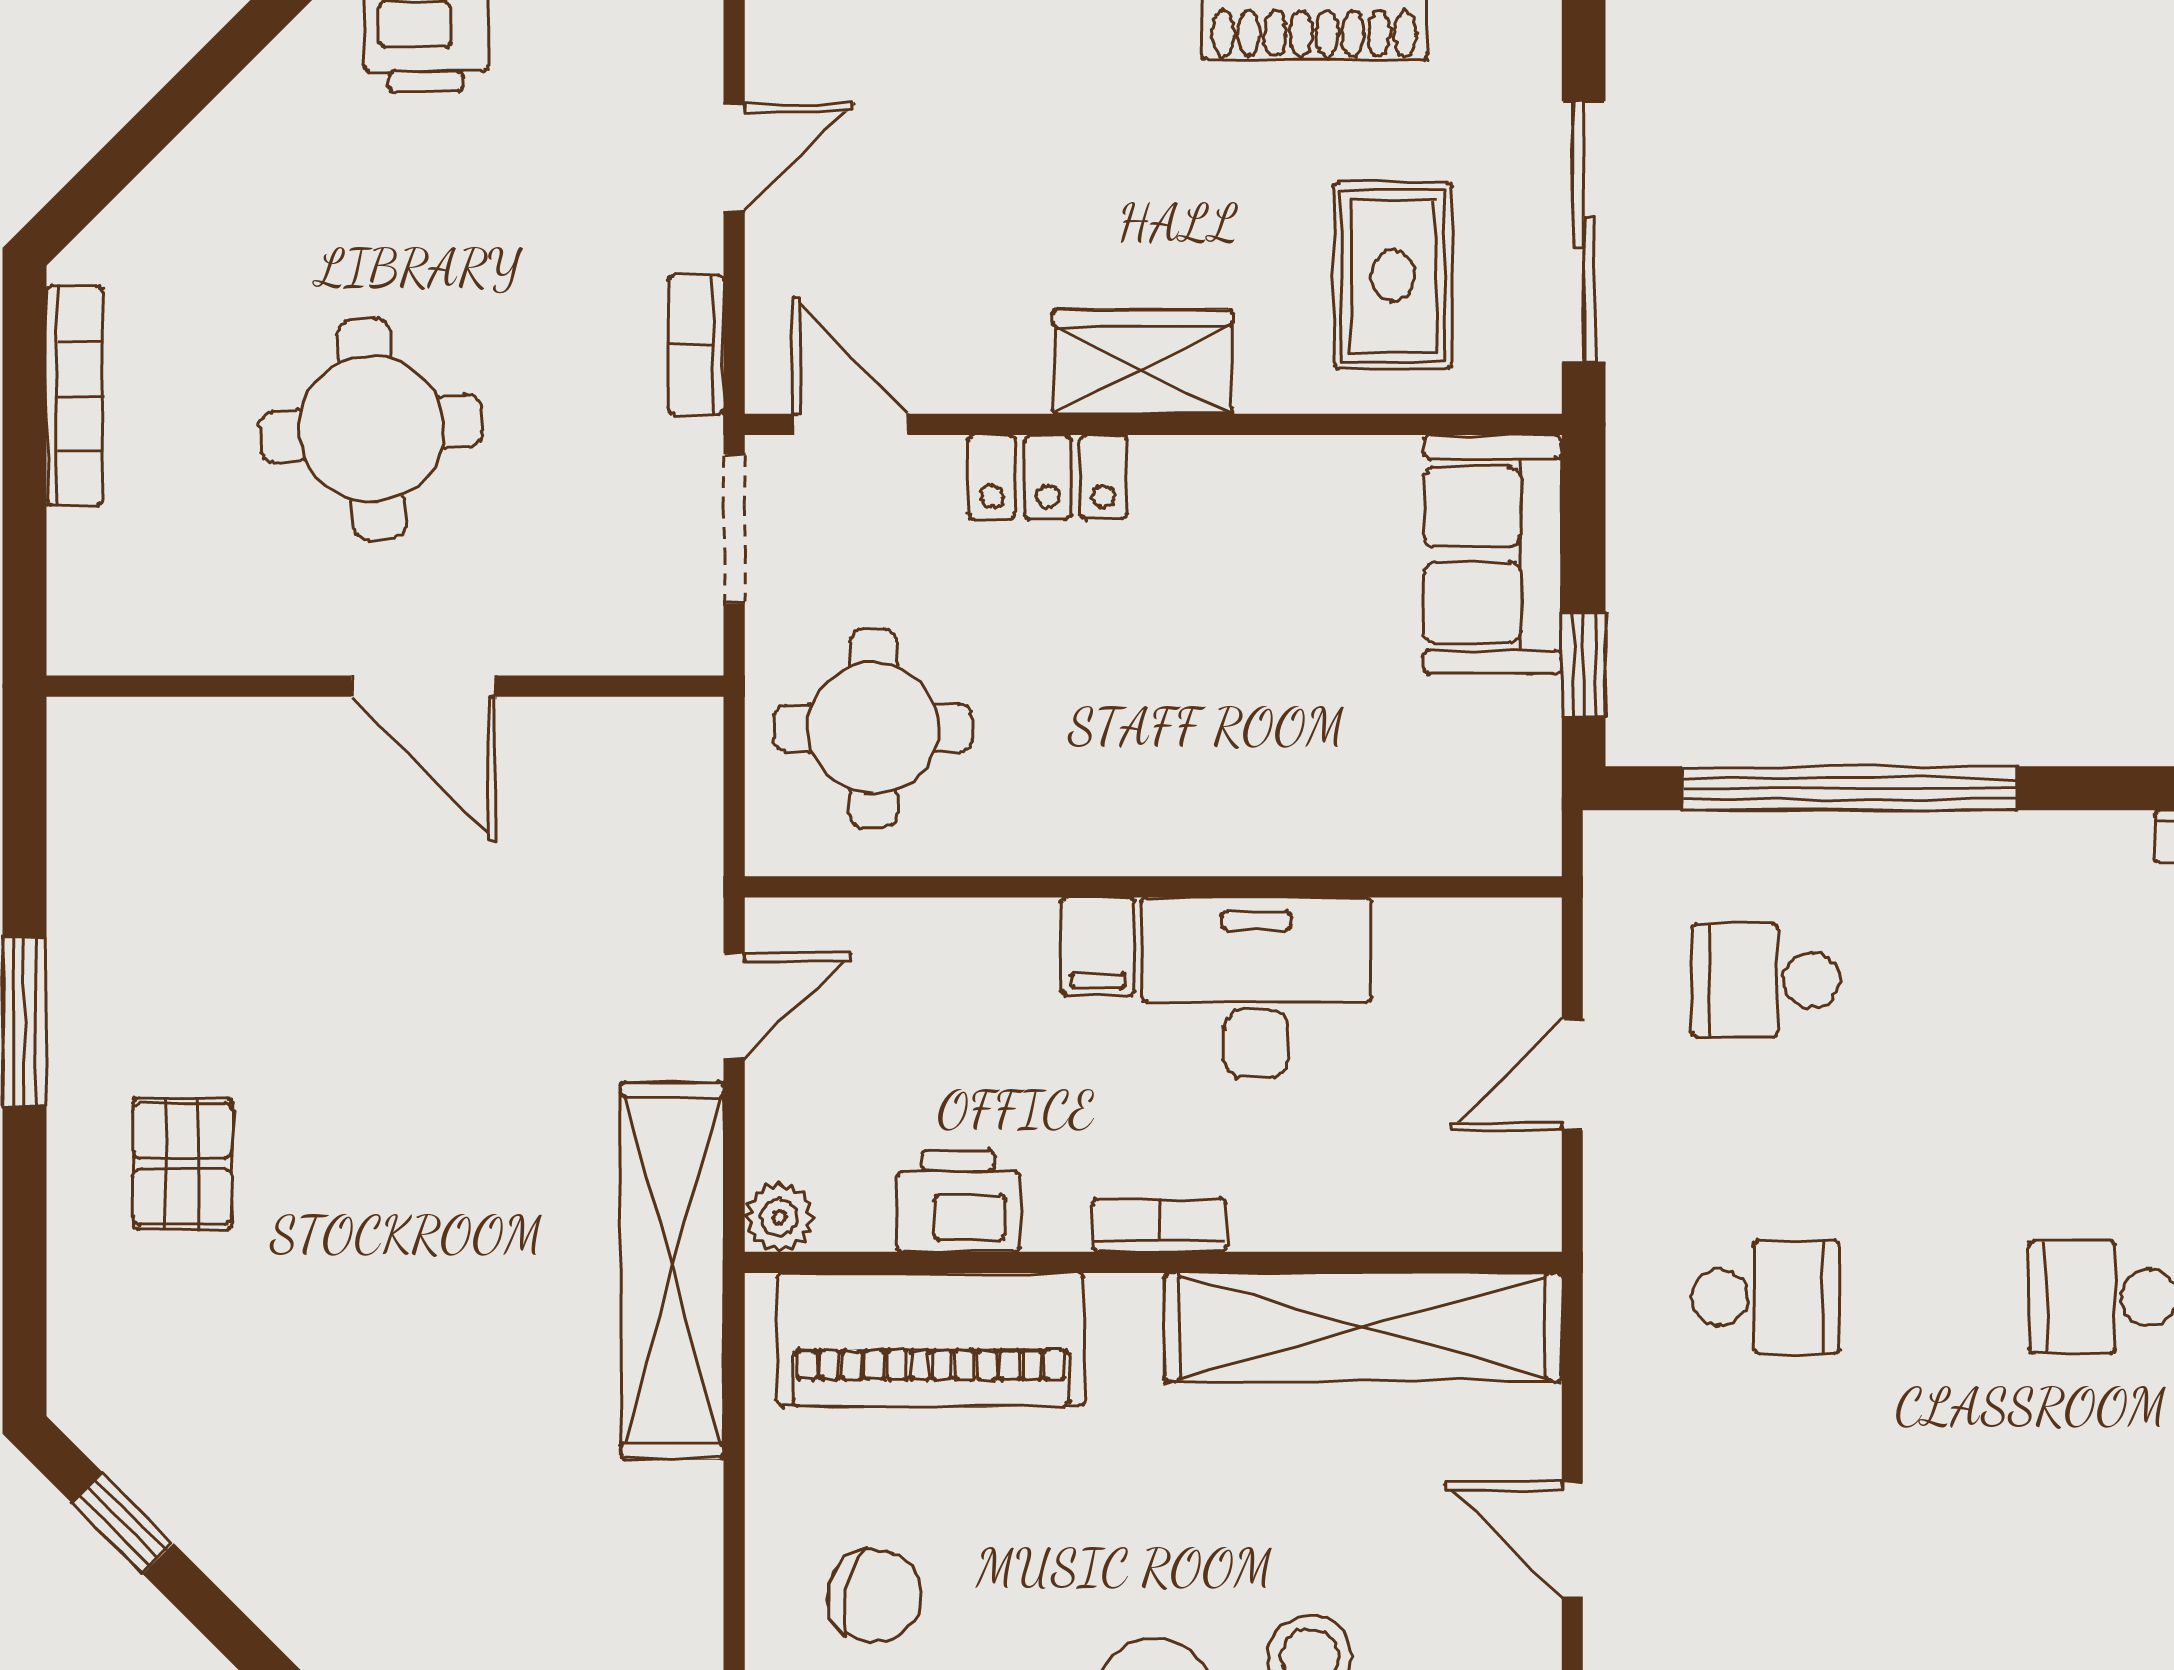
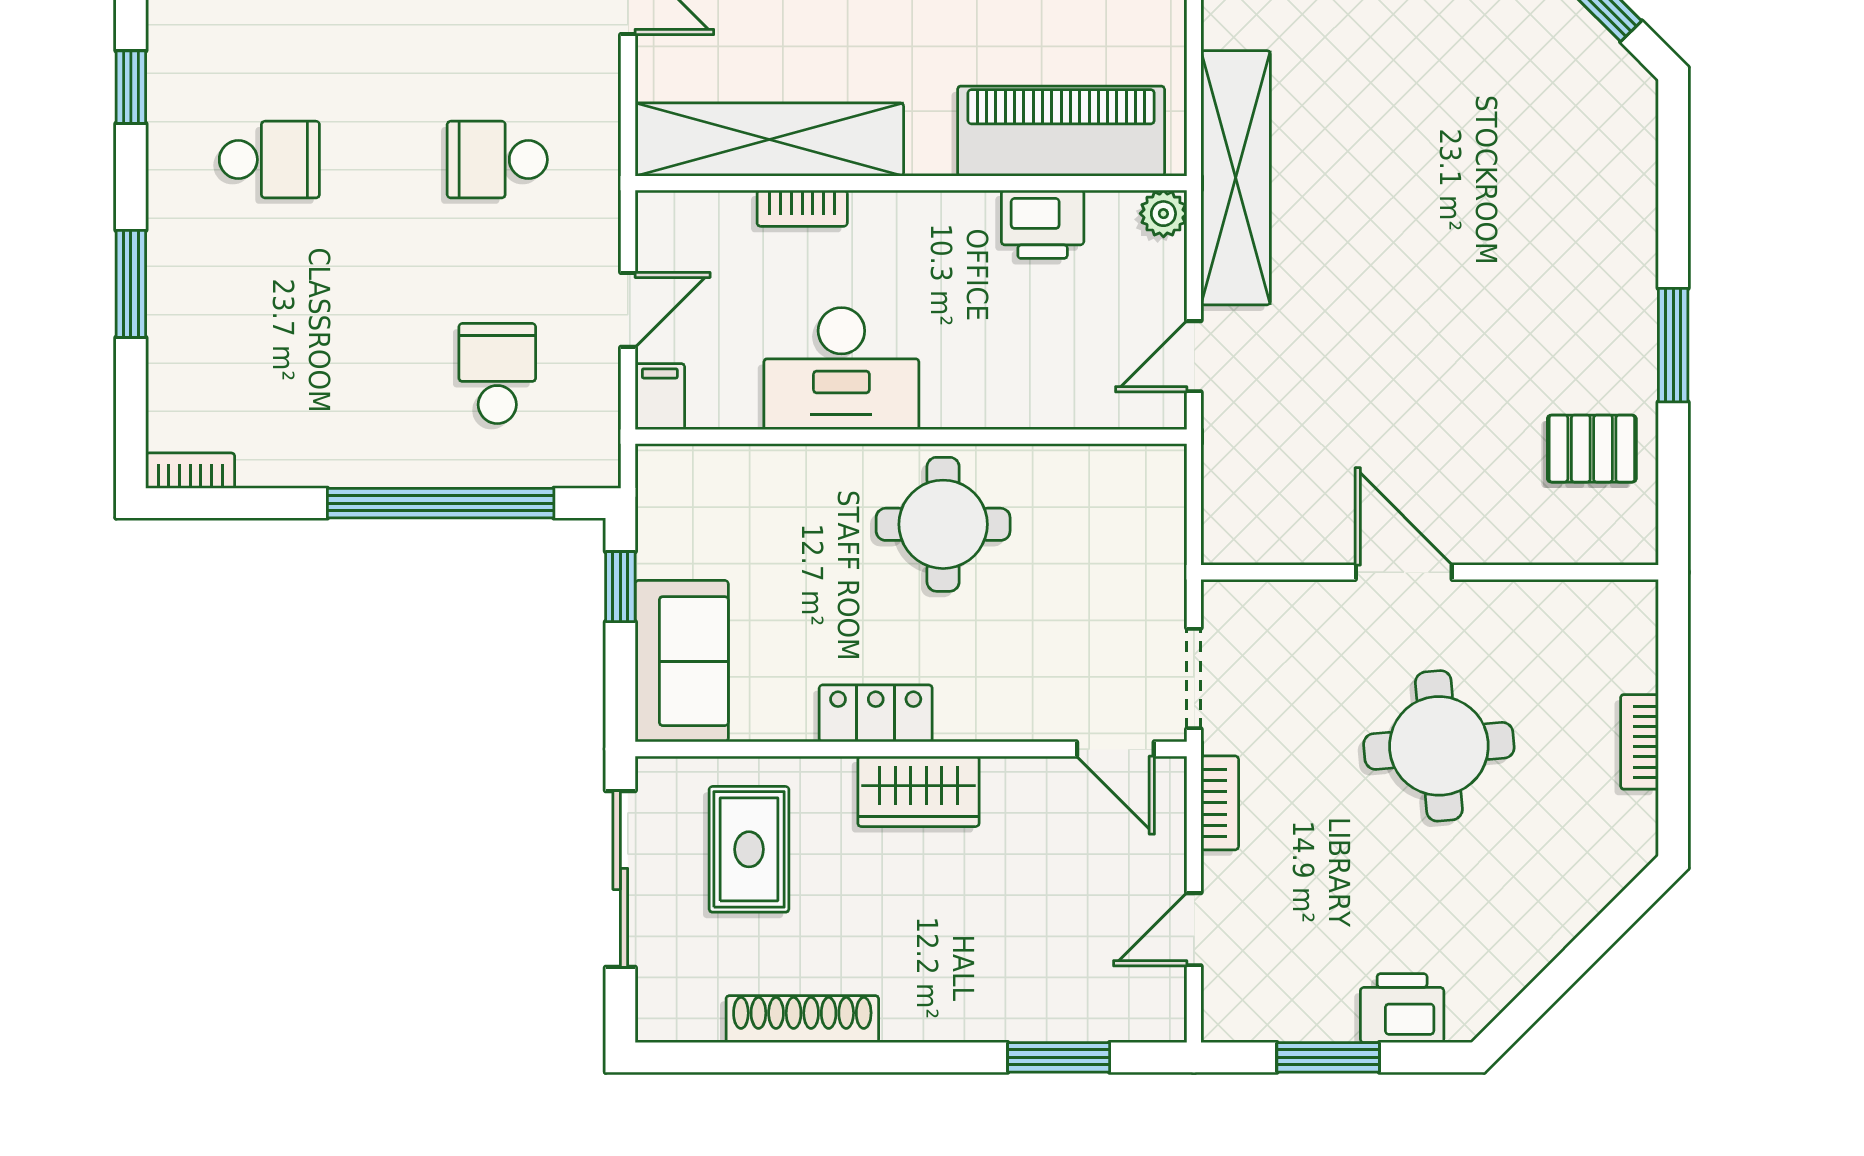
bookcase: (74, 396) -> (1639, 742), width x0.64
locker: (1048, 477) -> (876, 713), moved
round table: (873, 728) -> (943, 524), moved
filing cabinet: (1098, 946) -> (660, 397), moved
school desk: (1766, 980) -> (497, 373), turned -90
pallet: (182, 1164) -> (1592, 449), moved, turned 90
bookcase: (1159, 1225) -> (802, 208), moved

